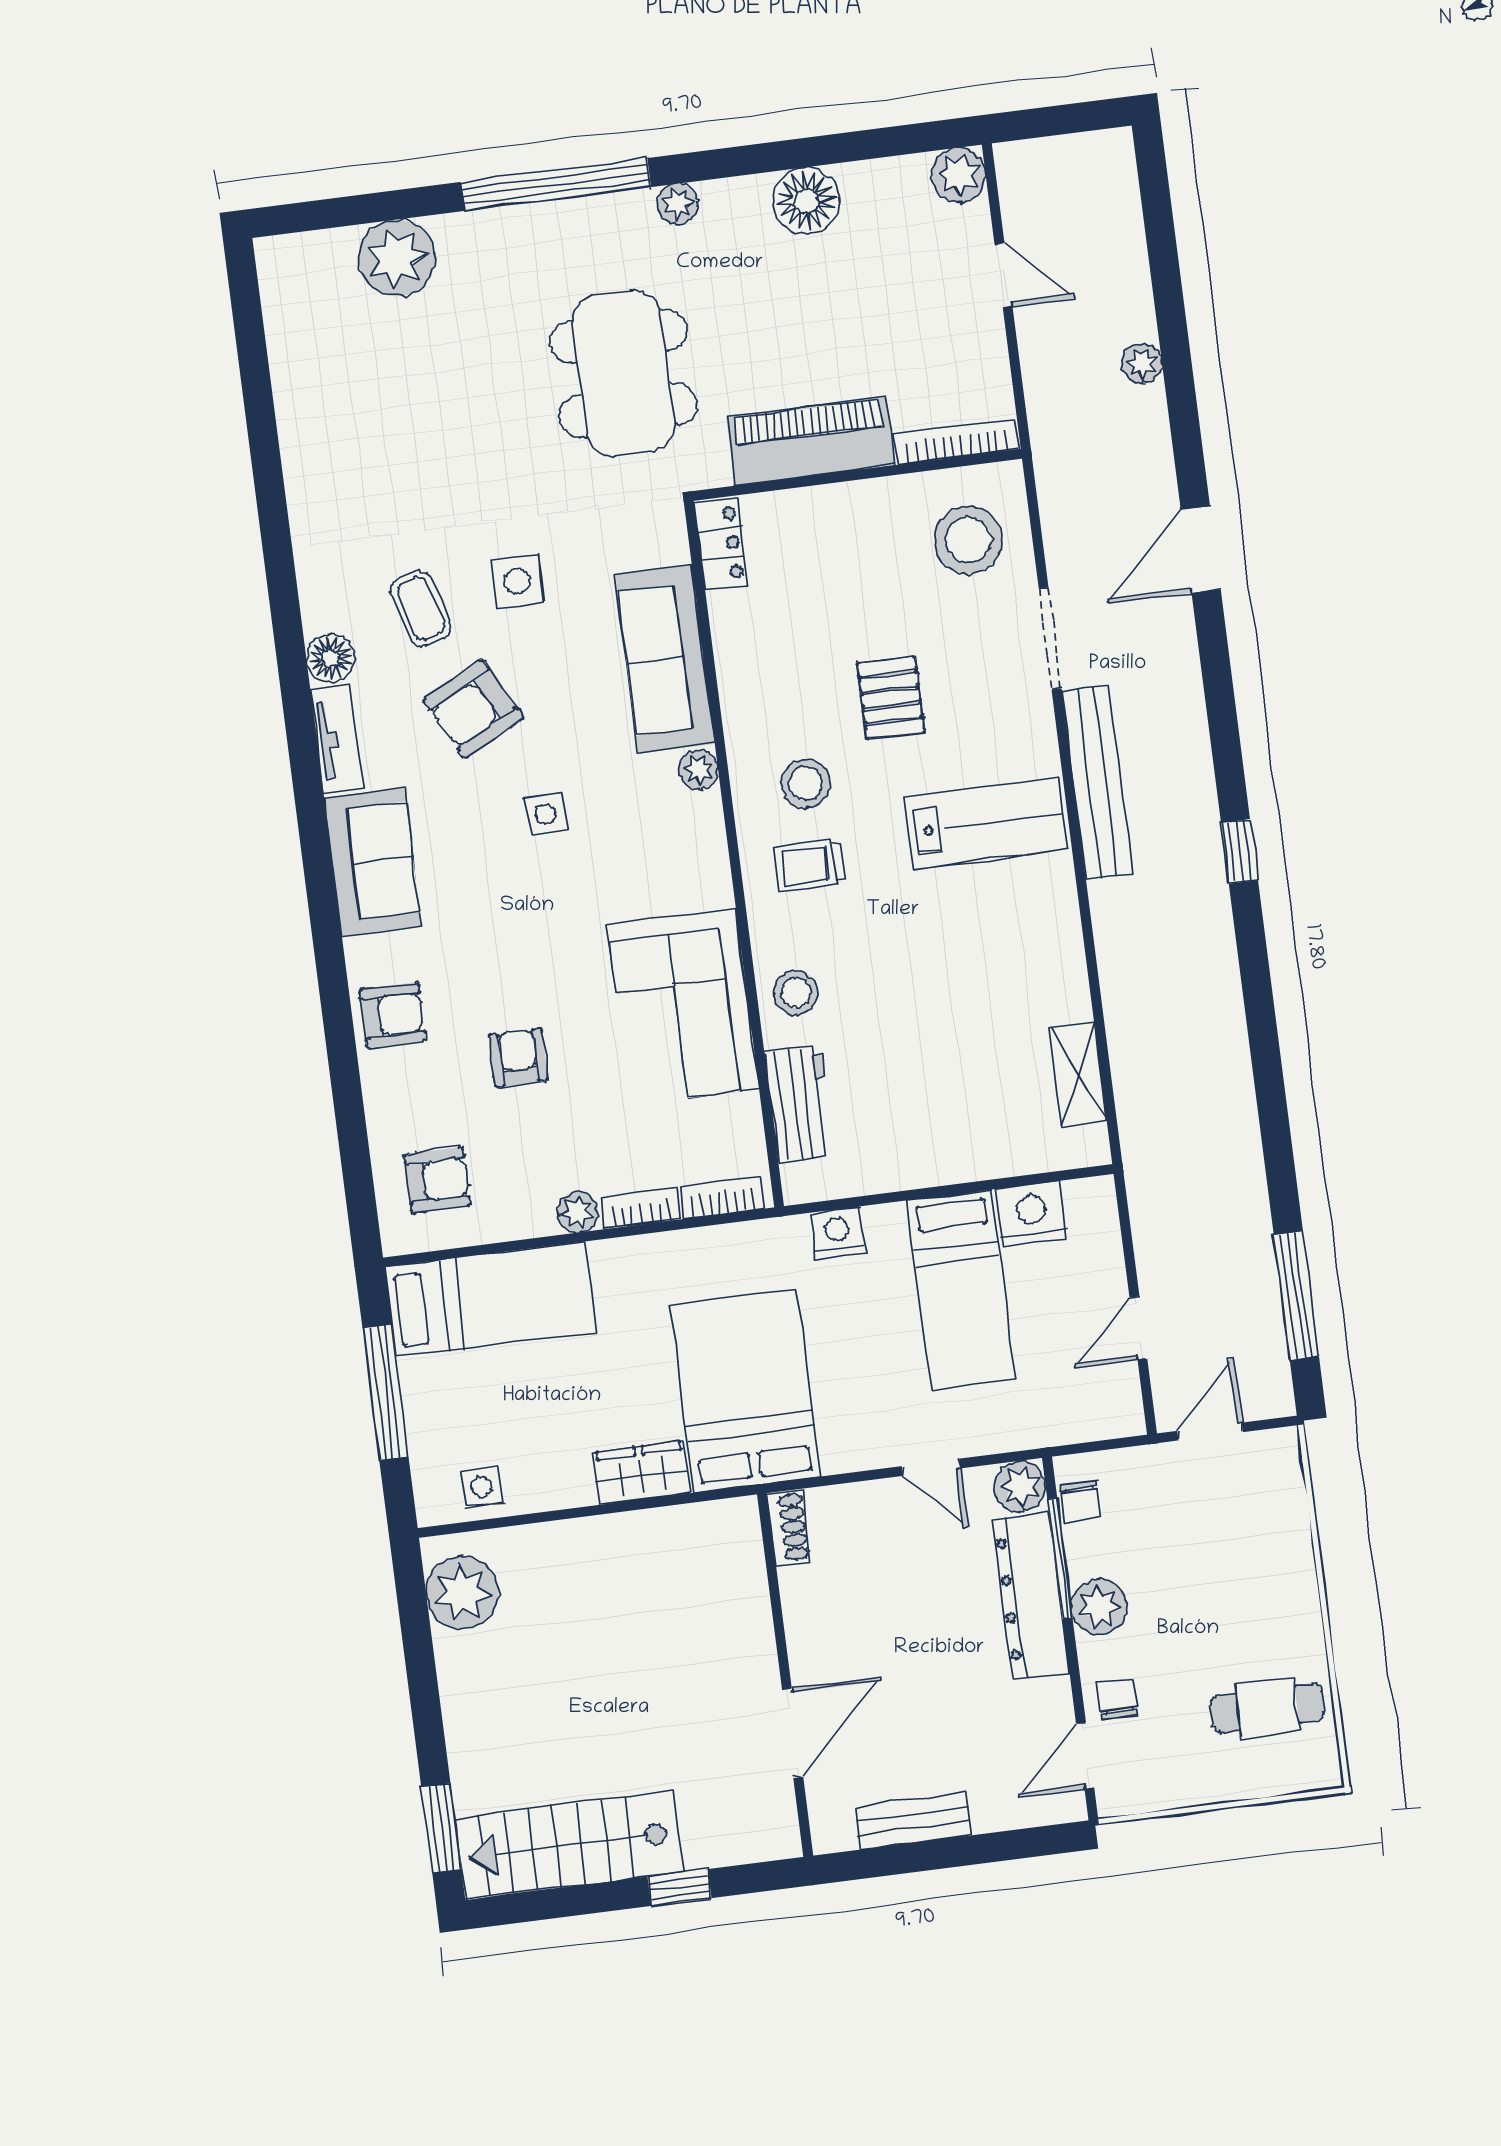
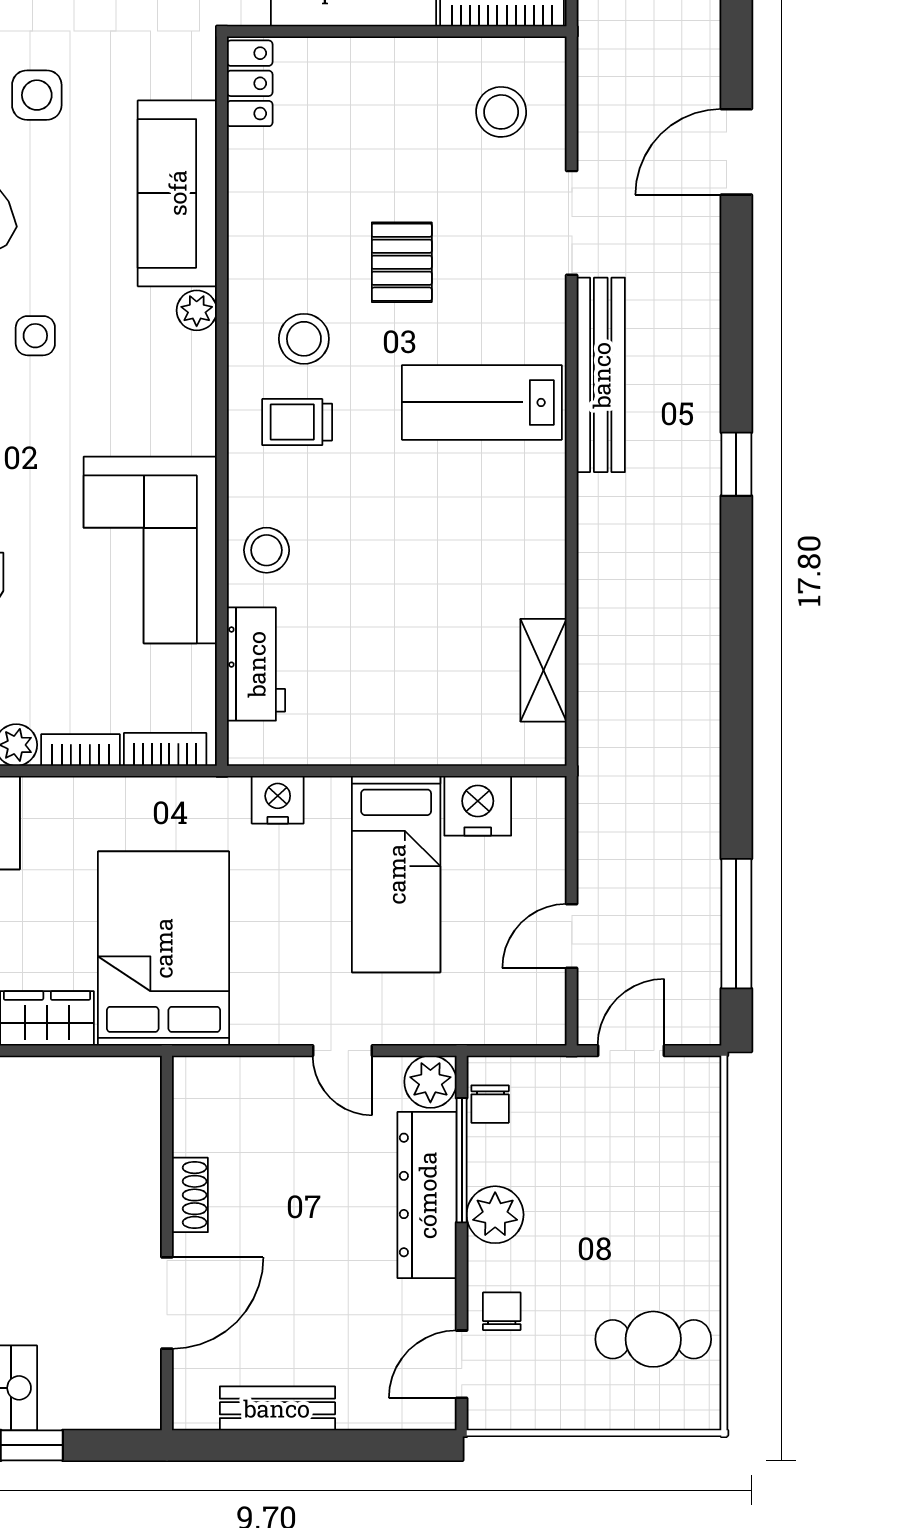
stool: (968, 540) -> (501, 112), width x0.73, depth x0.73
lab bench: (986, 823) -> (482, 402), turned 180
shoe rack: (789, 1527) -> (190, 1195), moved

